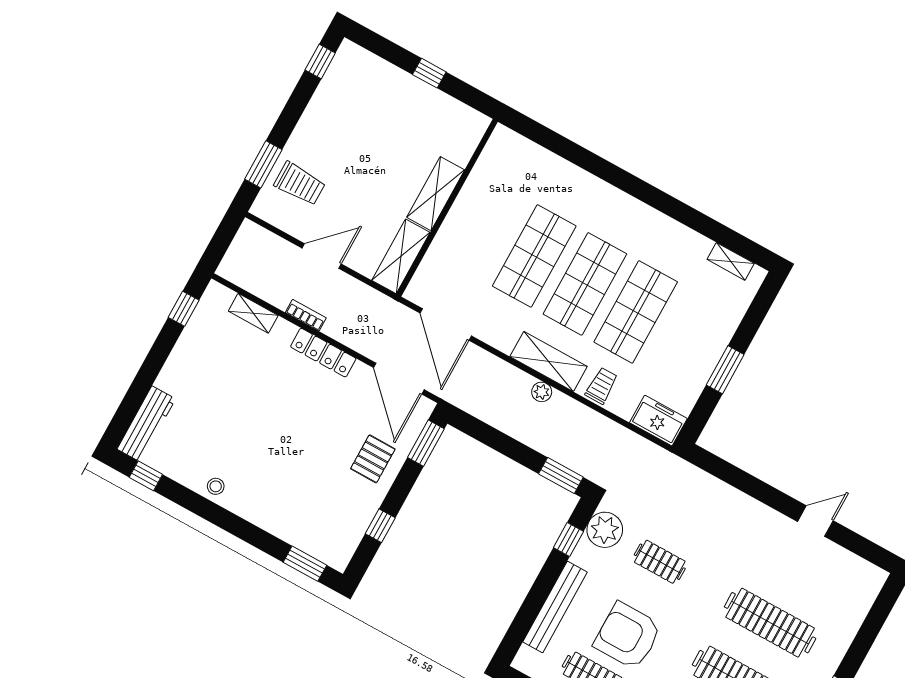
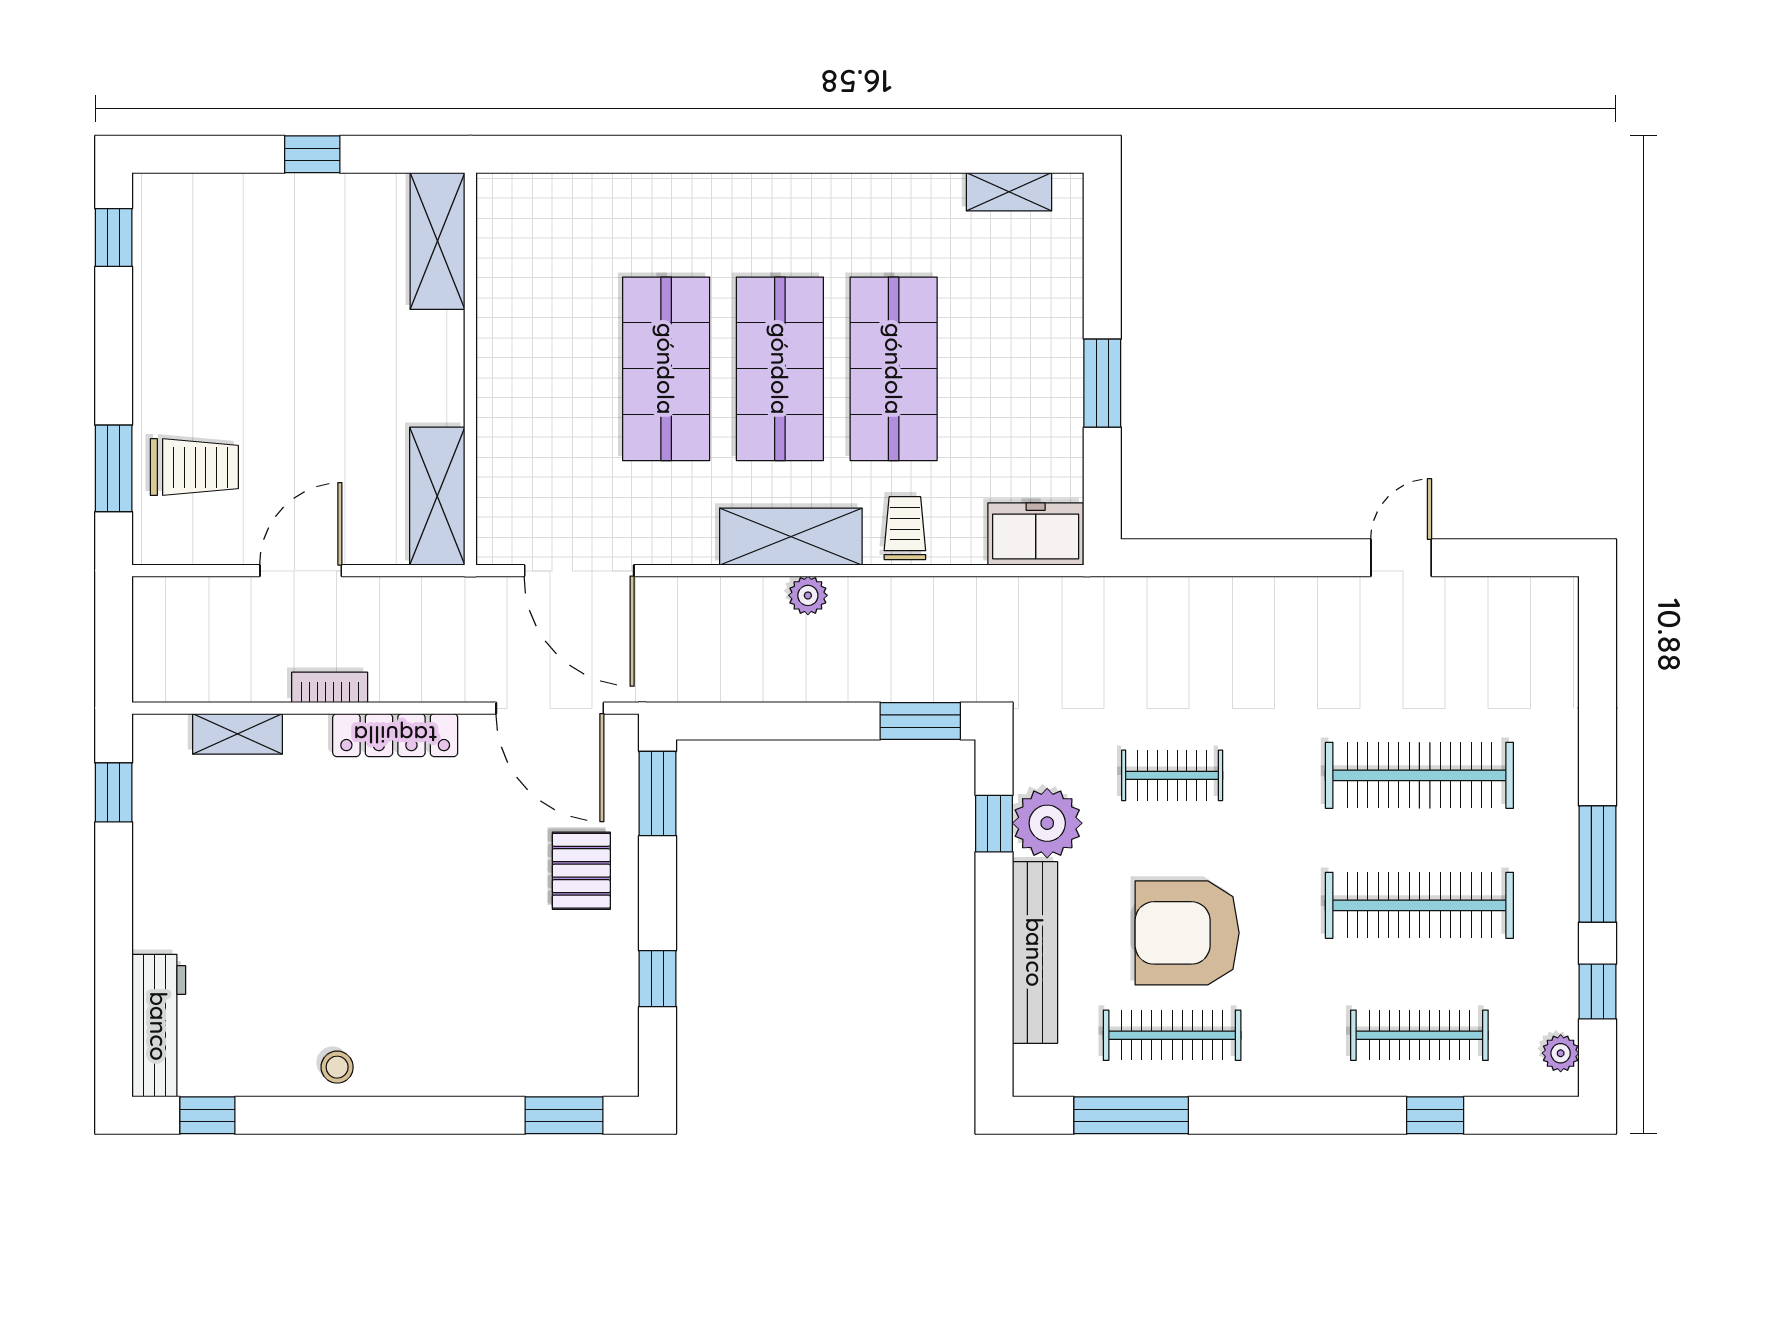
shelving: (436, 194) -> (437, 241), moved
plant: (605, 530) -> (1047, 823), moved

